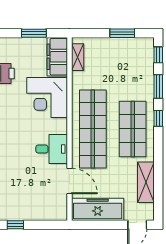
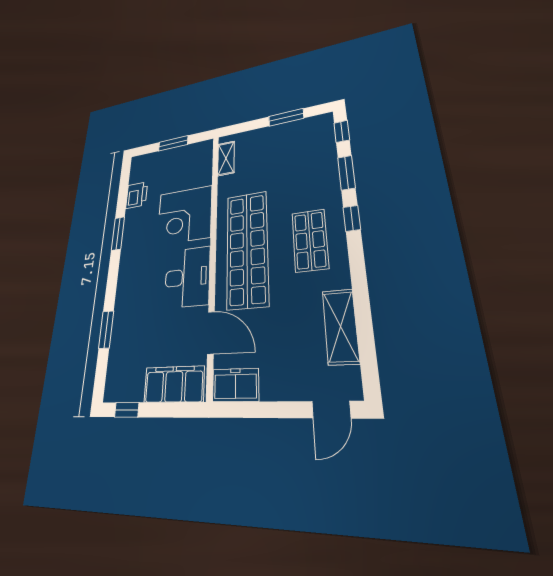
filing cabinet: (57, 57) -> (174, 384), moved, turned 90
shop shelf: (133, 129) -> (310, 240), width x0.70, depth x0.74
desk: (52, 149) -> (187, 277), width x1.37
freezer: (98, 209) -> (235, 385), width x0.52, depth x0.79

